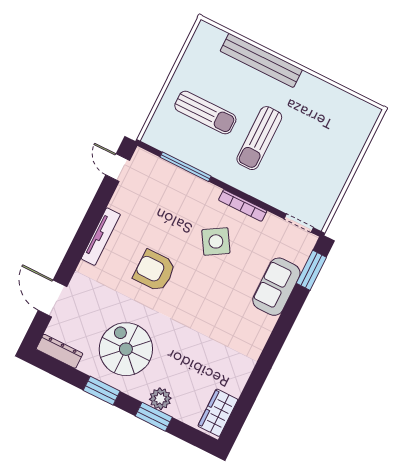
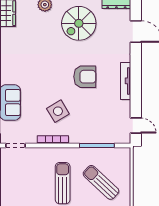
sun lounger: (205, 113) -> (101, 182), turned 43
spiral stairs: (126, 349) -> (79, 23), turned 90

